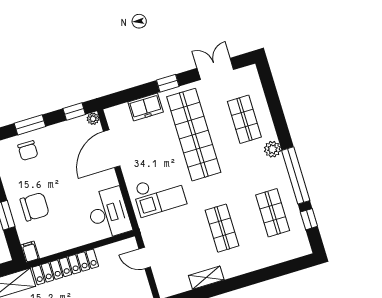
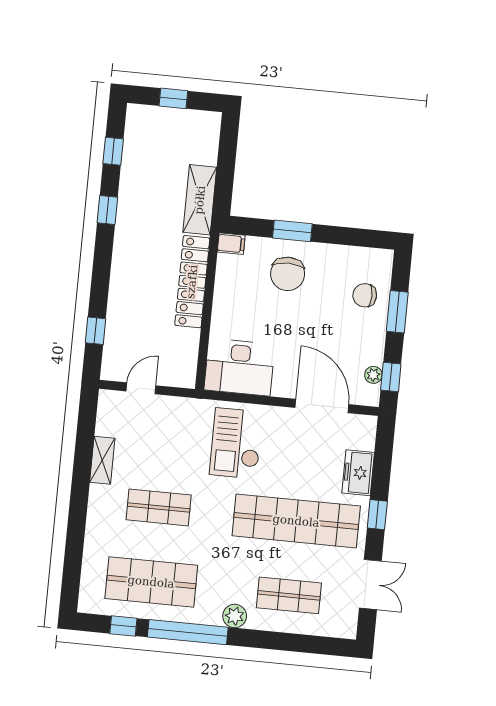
plant: (93, 119) -> (373, 375), moved
shop shelf: (273, 213) -> (151, 582), width x1.43, depth x1.36
door: (145, 258) -> (141, 388), moved

